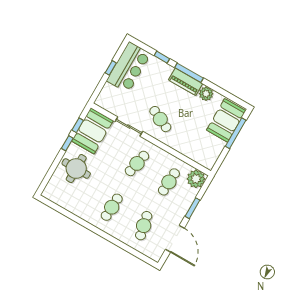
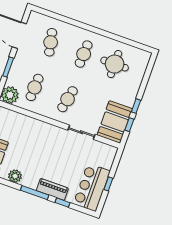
piano: (186, 82) -> (52, 189), moved
cafe table: (160, 119) -> (53, 145), removed
round table: (76, 169) -> (115, 64), moved

